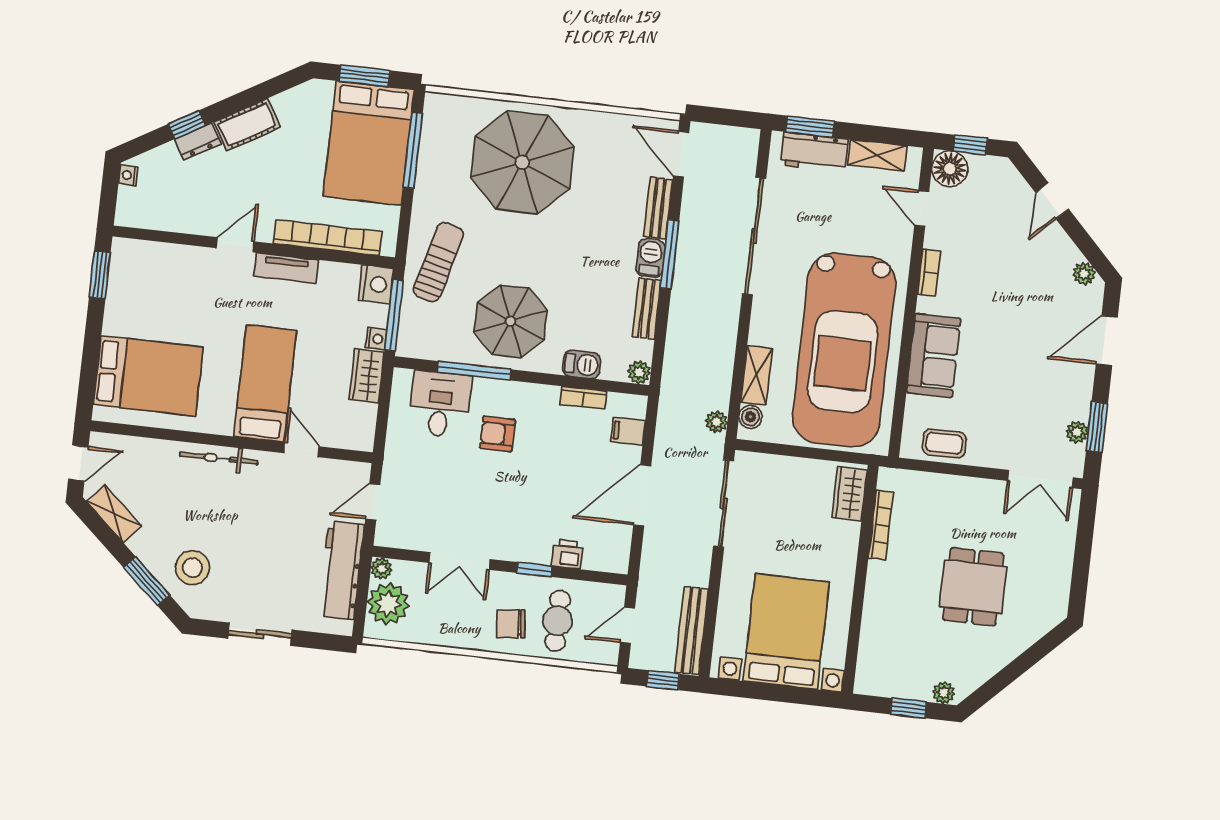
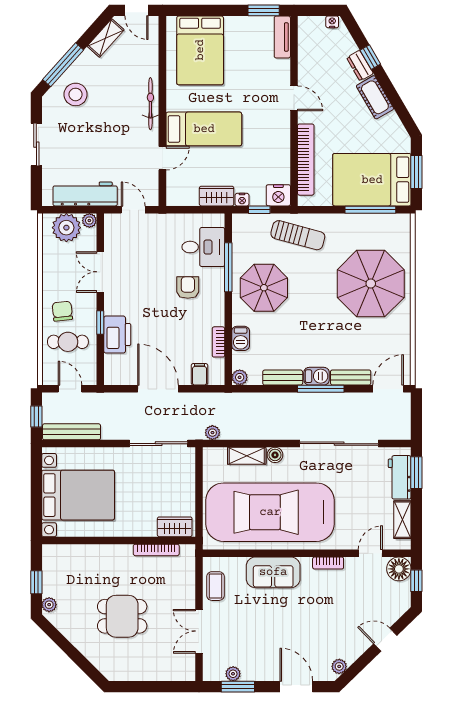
tv unit: (286, 268) -> (282, 37), moved
window: (394, 315) -> (259, 210), width x0.46
boiler: (751, 417) -> (275, 455), moved
double door: (1040, 479) -> (199, 631), moved
printer: (567, 554) -> (117, 335), width x1.87, depth x1.48
window: (146, 581) -> (63, 65), width x1.44

